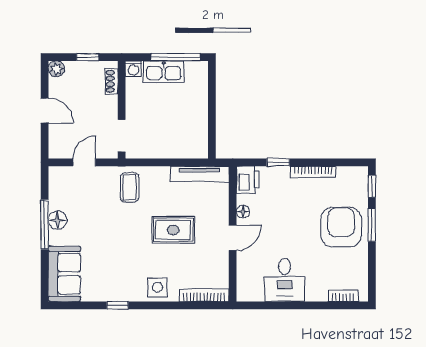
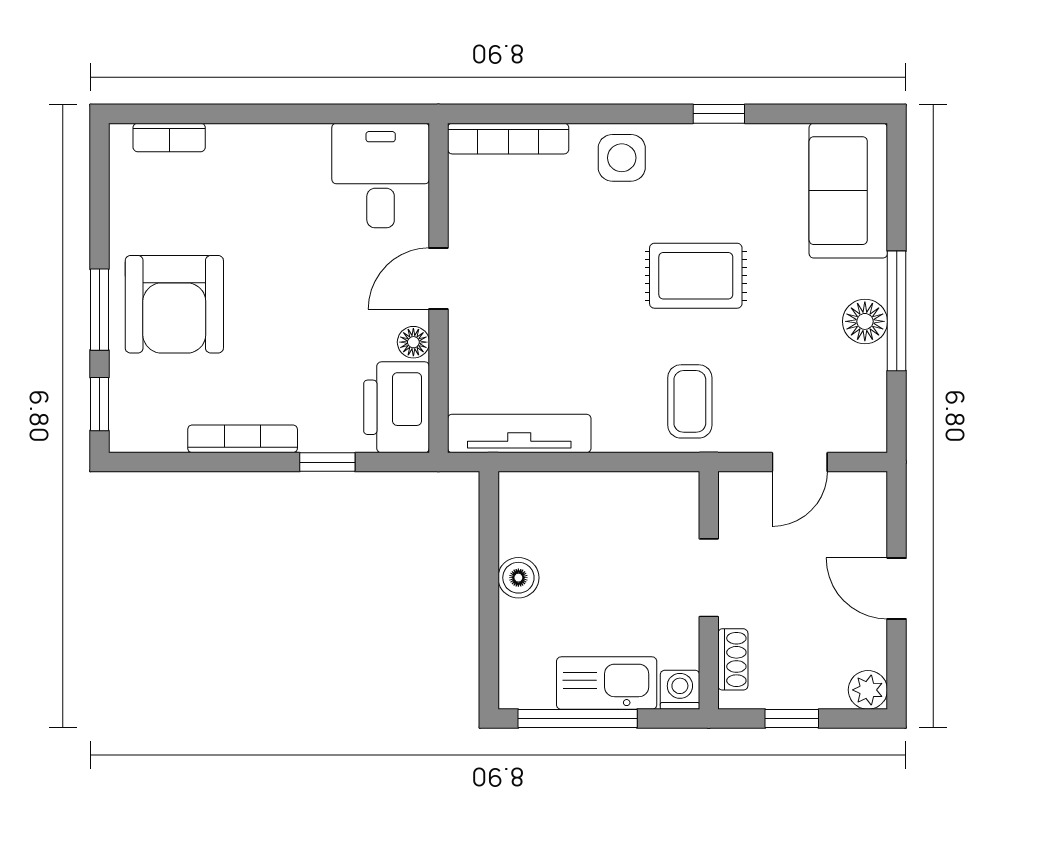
boiler: (200, 115) -> (518, 578), added
doorway: (122, 136) -> (709, 578), moved
printer: (248, 180) -> (397, 407), width x1.37, depth x1.19
rug: (173, 230) -> (696, 276), moved
desk: (285, 280) -> (381, 176), moved

